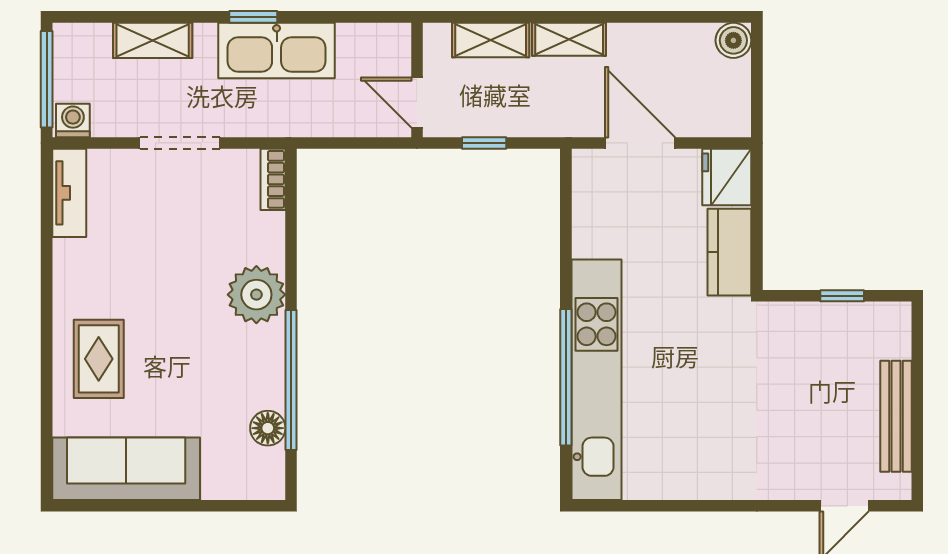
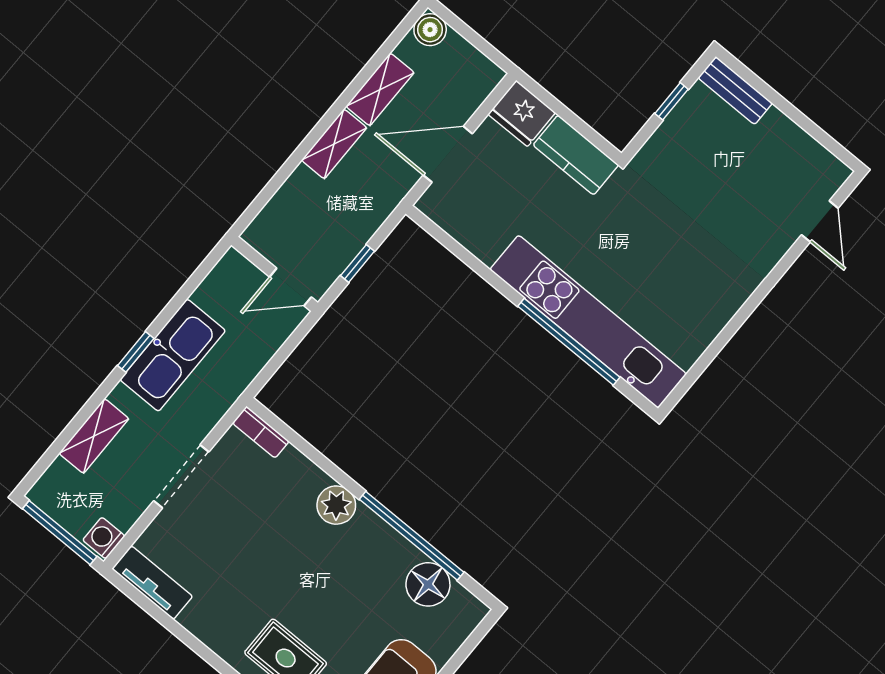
shelving: (491, 40) -> (380, 89), moved
plant: (256, 295) -> (336, 505), width x0.73, depth x0.73
bench: (896, 416) -> (735, 91), moved, width x0.73
floor lamp: (268, 428) -> (428, 584), width x1.38, depth x1.38

